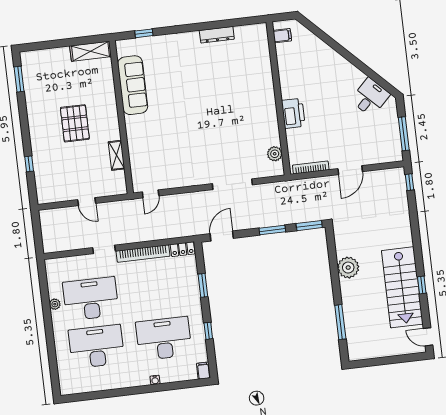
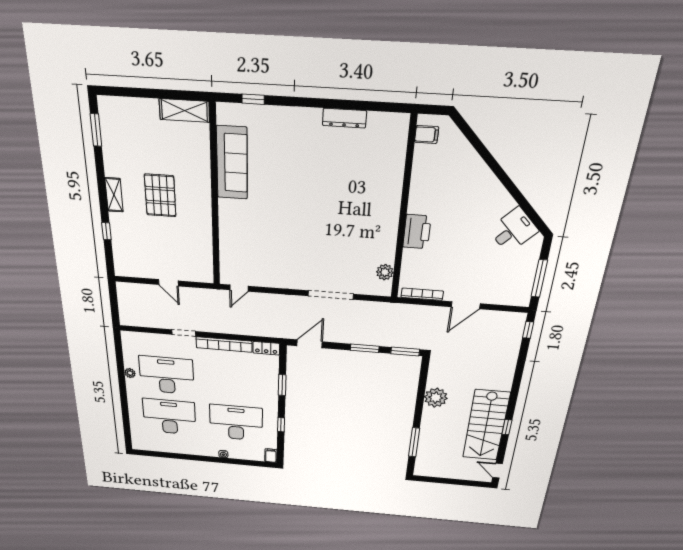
shelving: (116, 155) -> (114, 195), moved

